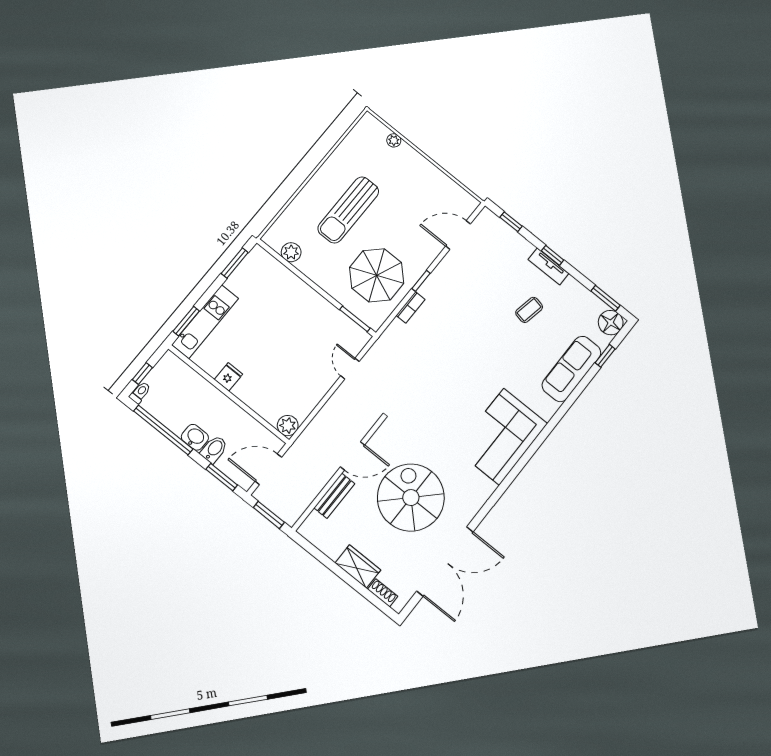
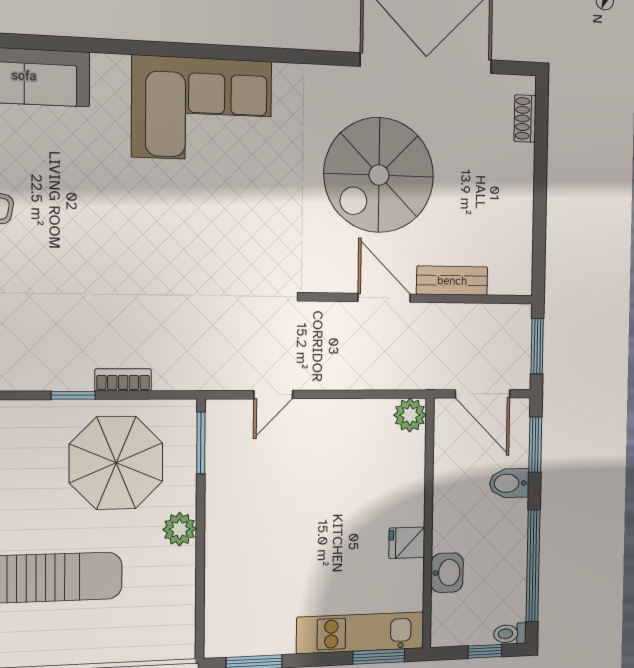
plant: (291, 252) -> (180, 529), moved
washbasin: (195, 437) -> (447, 573), moved, turned 180
wardrobe: (358, 567) -> (516, 178), removed

